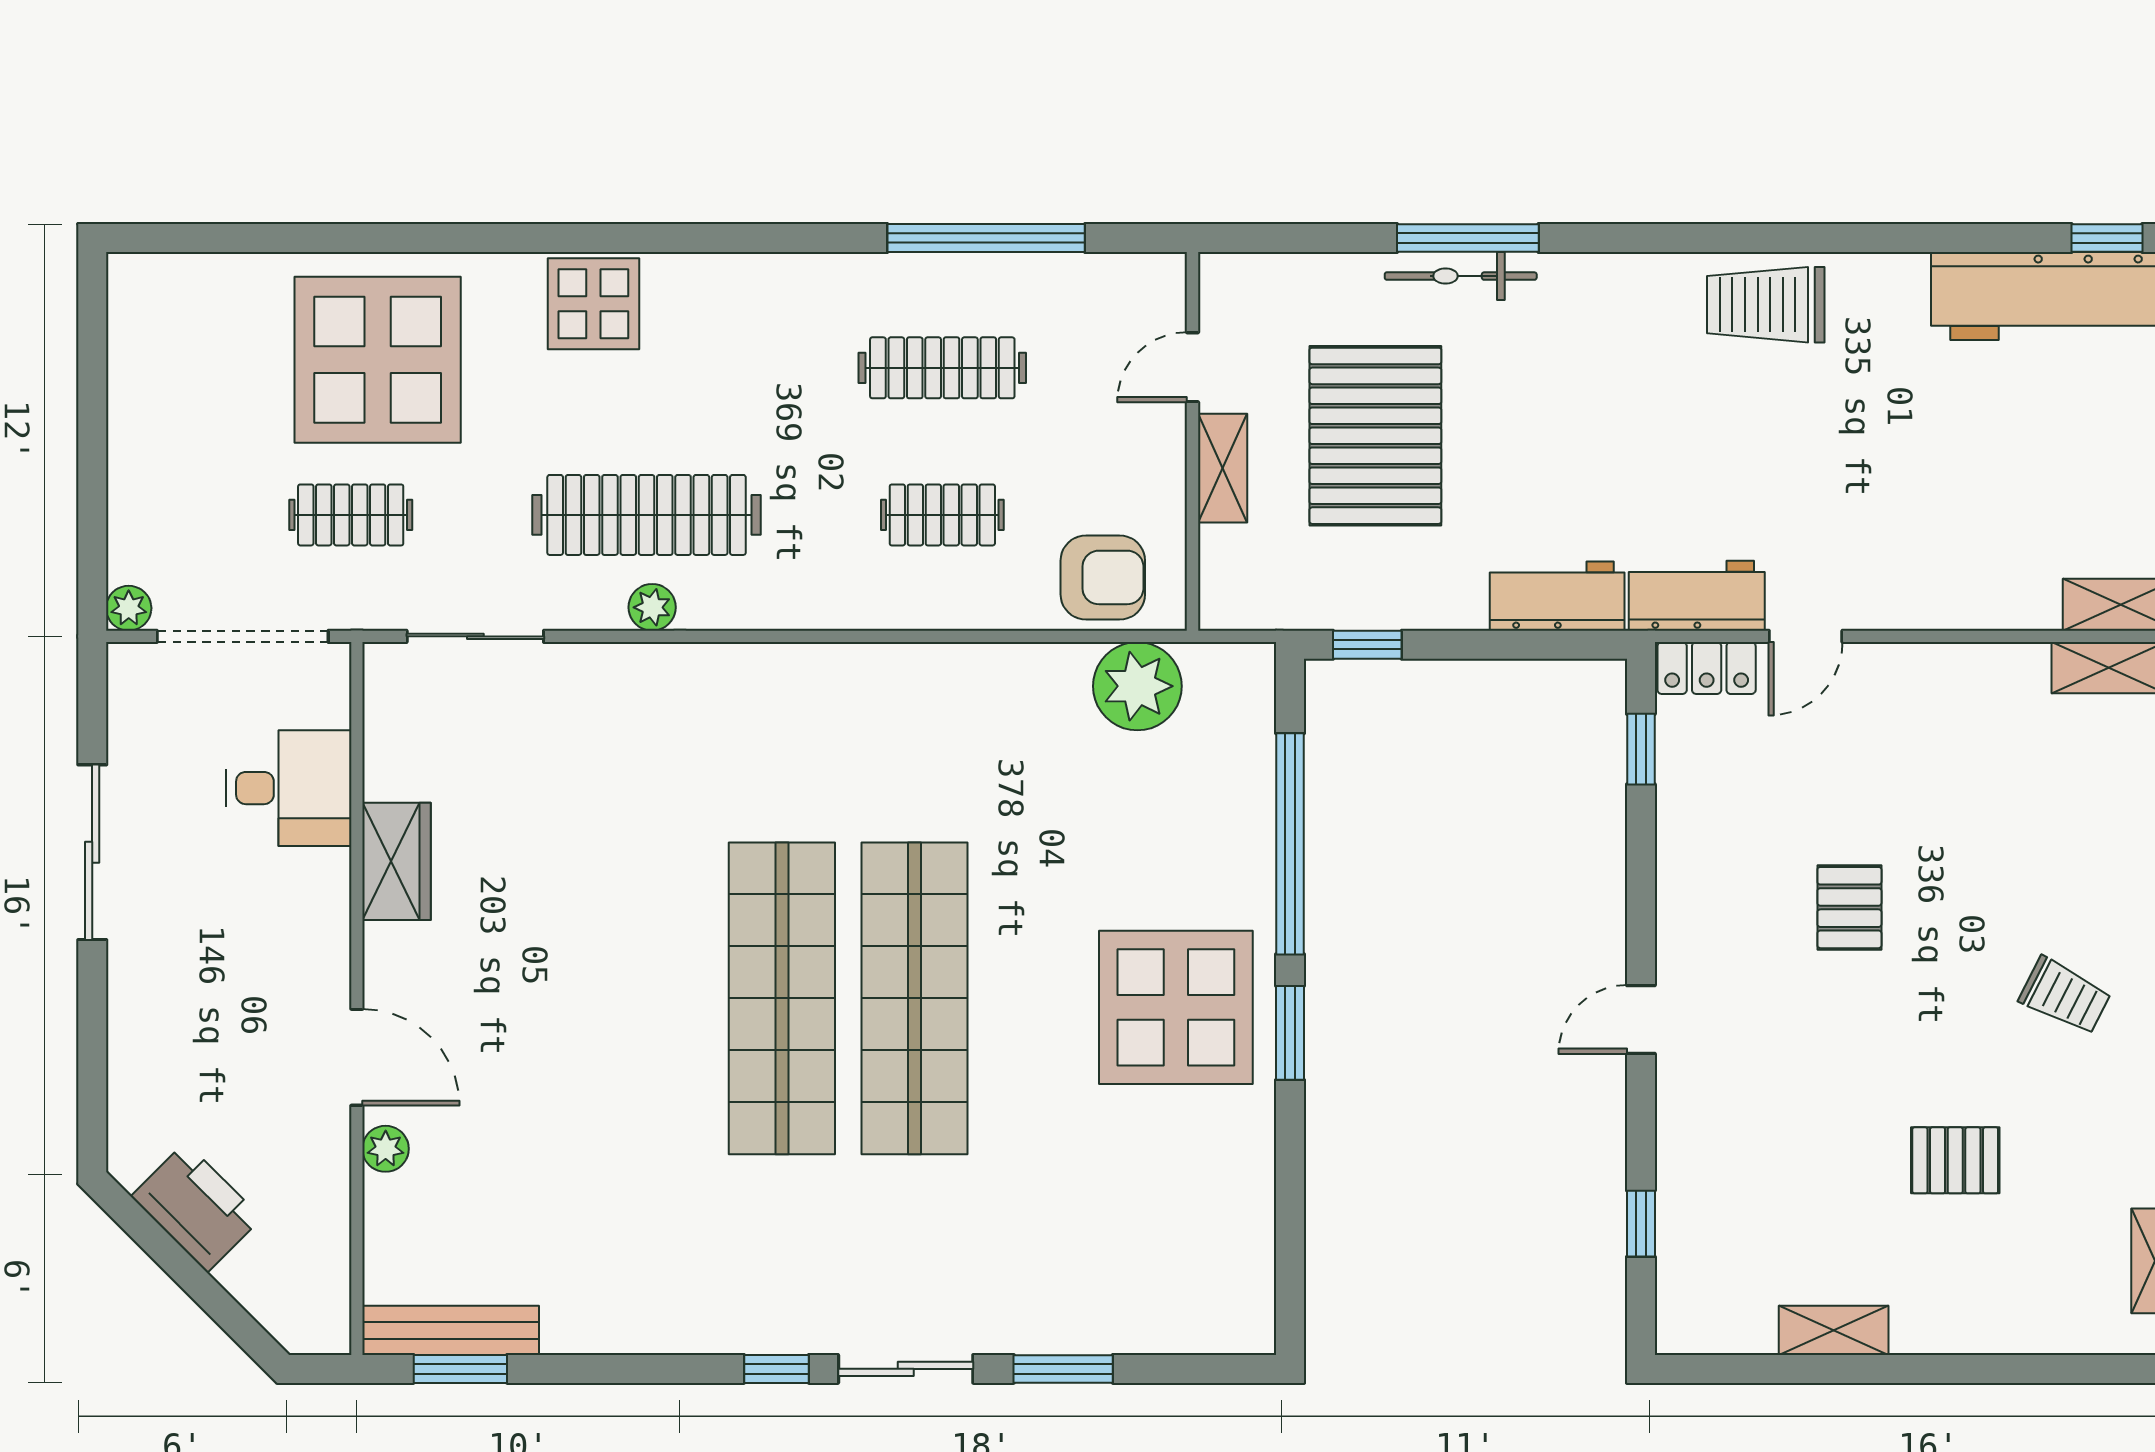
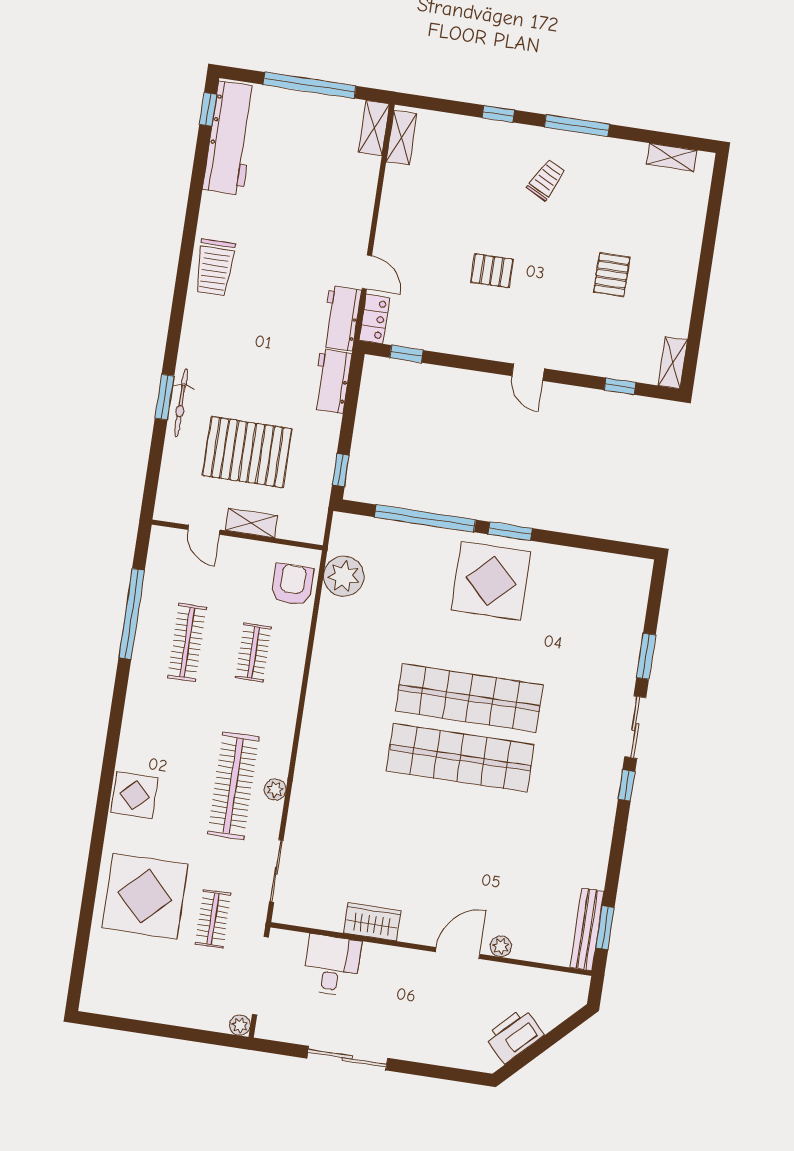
window: (1468, 238) -> (164, 397), width x0.69
pallet: (1955, 1160) -> (612, 275), moved
shelving: (1834, 1330) -> (673, 363), moved

